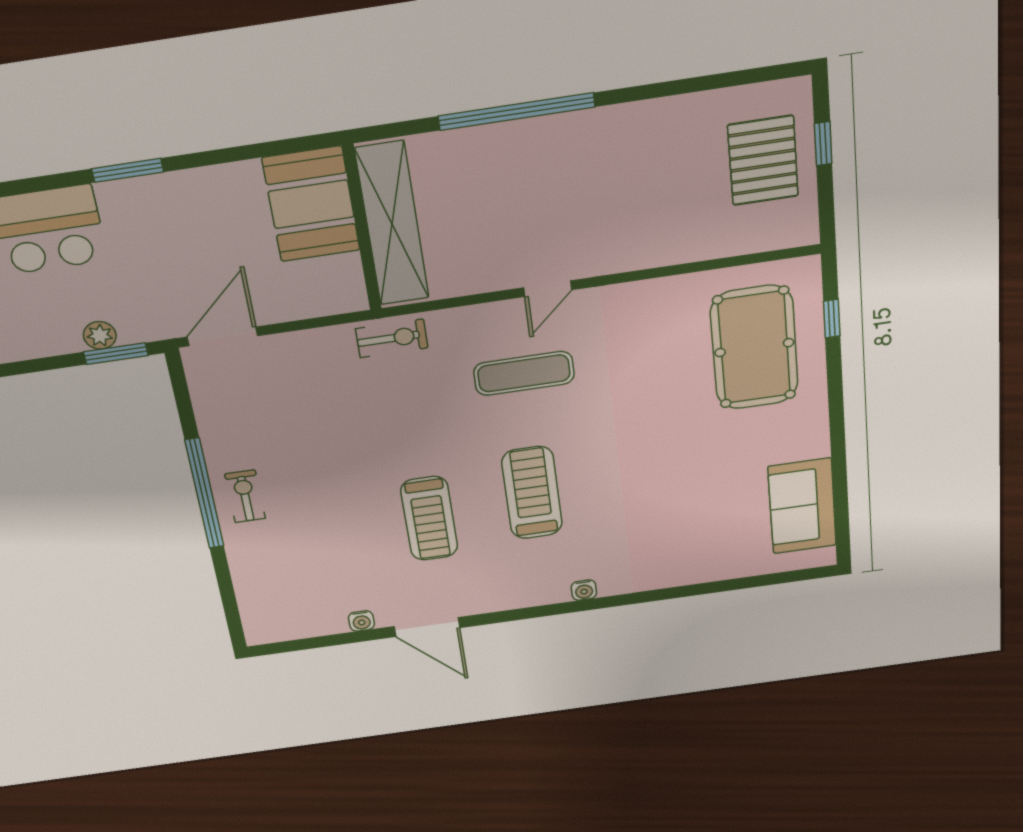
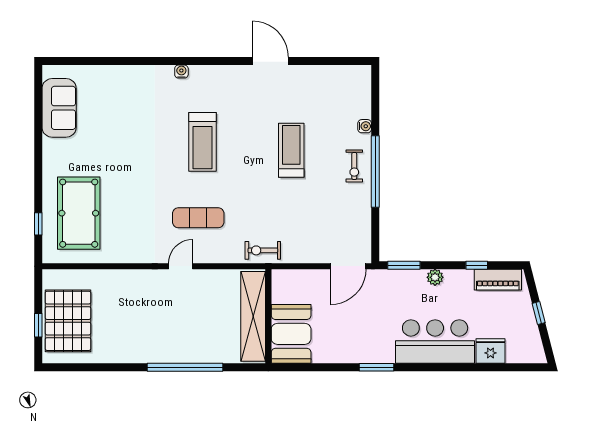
pallet: (763, 161) -> (68, 321), width x1.37, depth x1.41
plant: (100, 335) -> (435, 277), moved
treadmill: (429, 519) -> (291, 150), moved
water cooler: (361, 621) -> (365, 126), moved, turned 90

